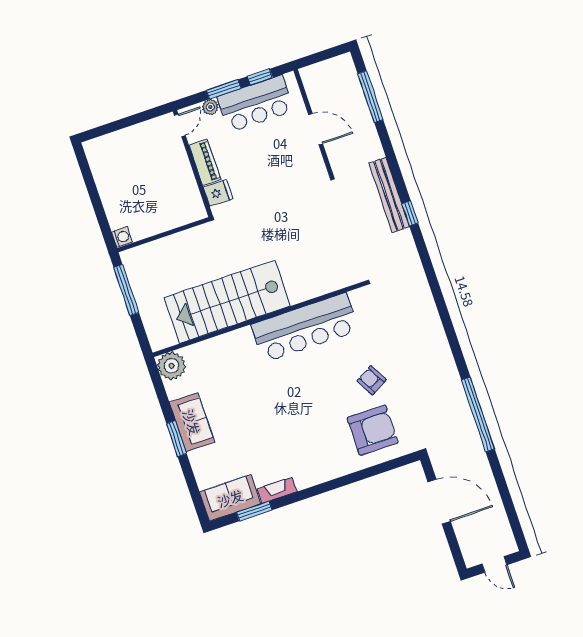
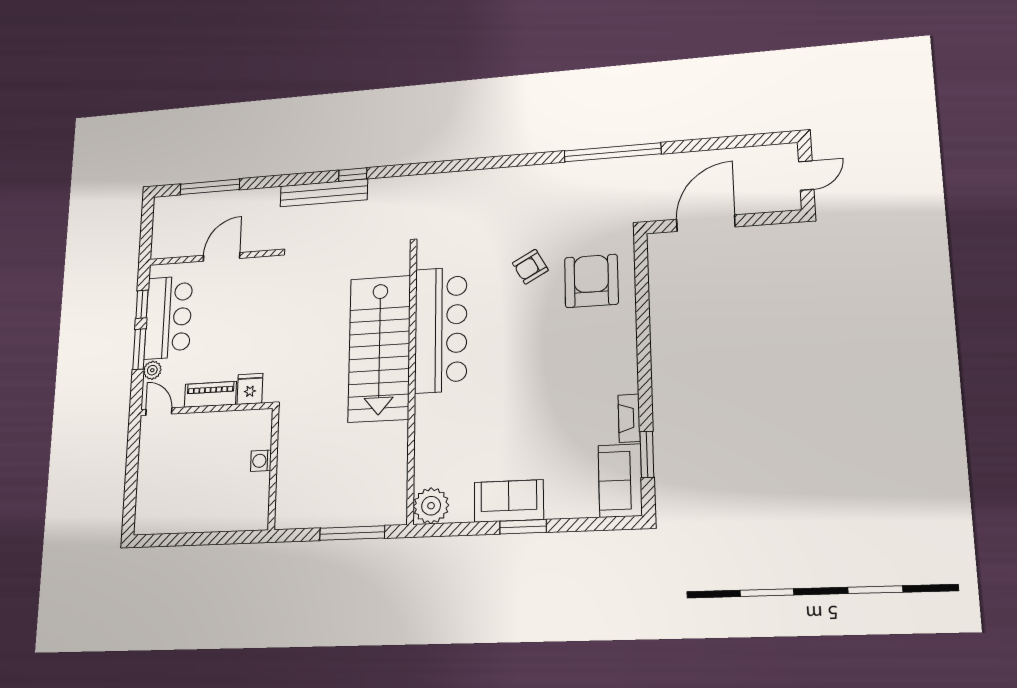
washing machine: (122, 237) -> (261, 461), moved, turned -90
window: (126, 290) -> (352, 533), moved
stairs: (227, 302) -> (379, 348), moved

